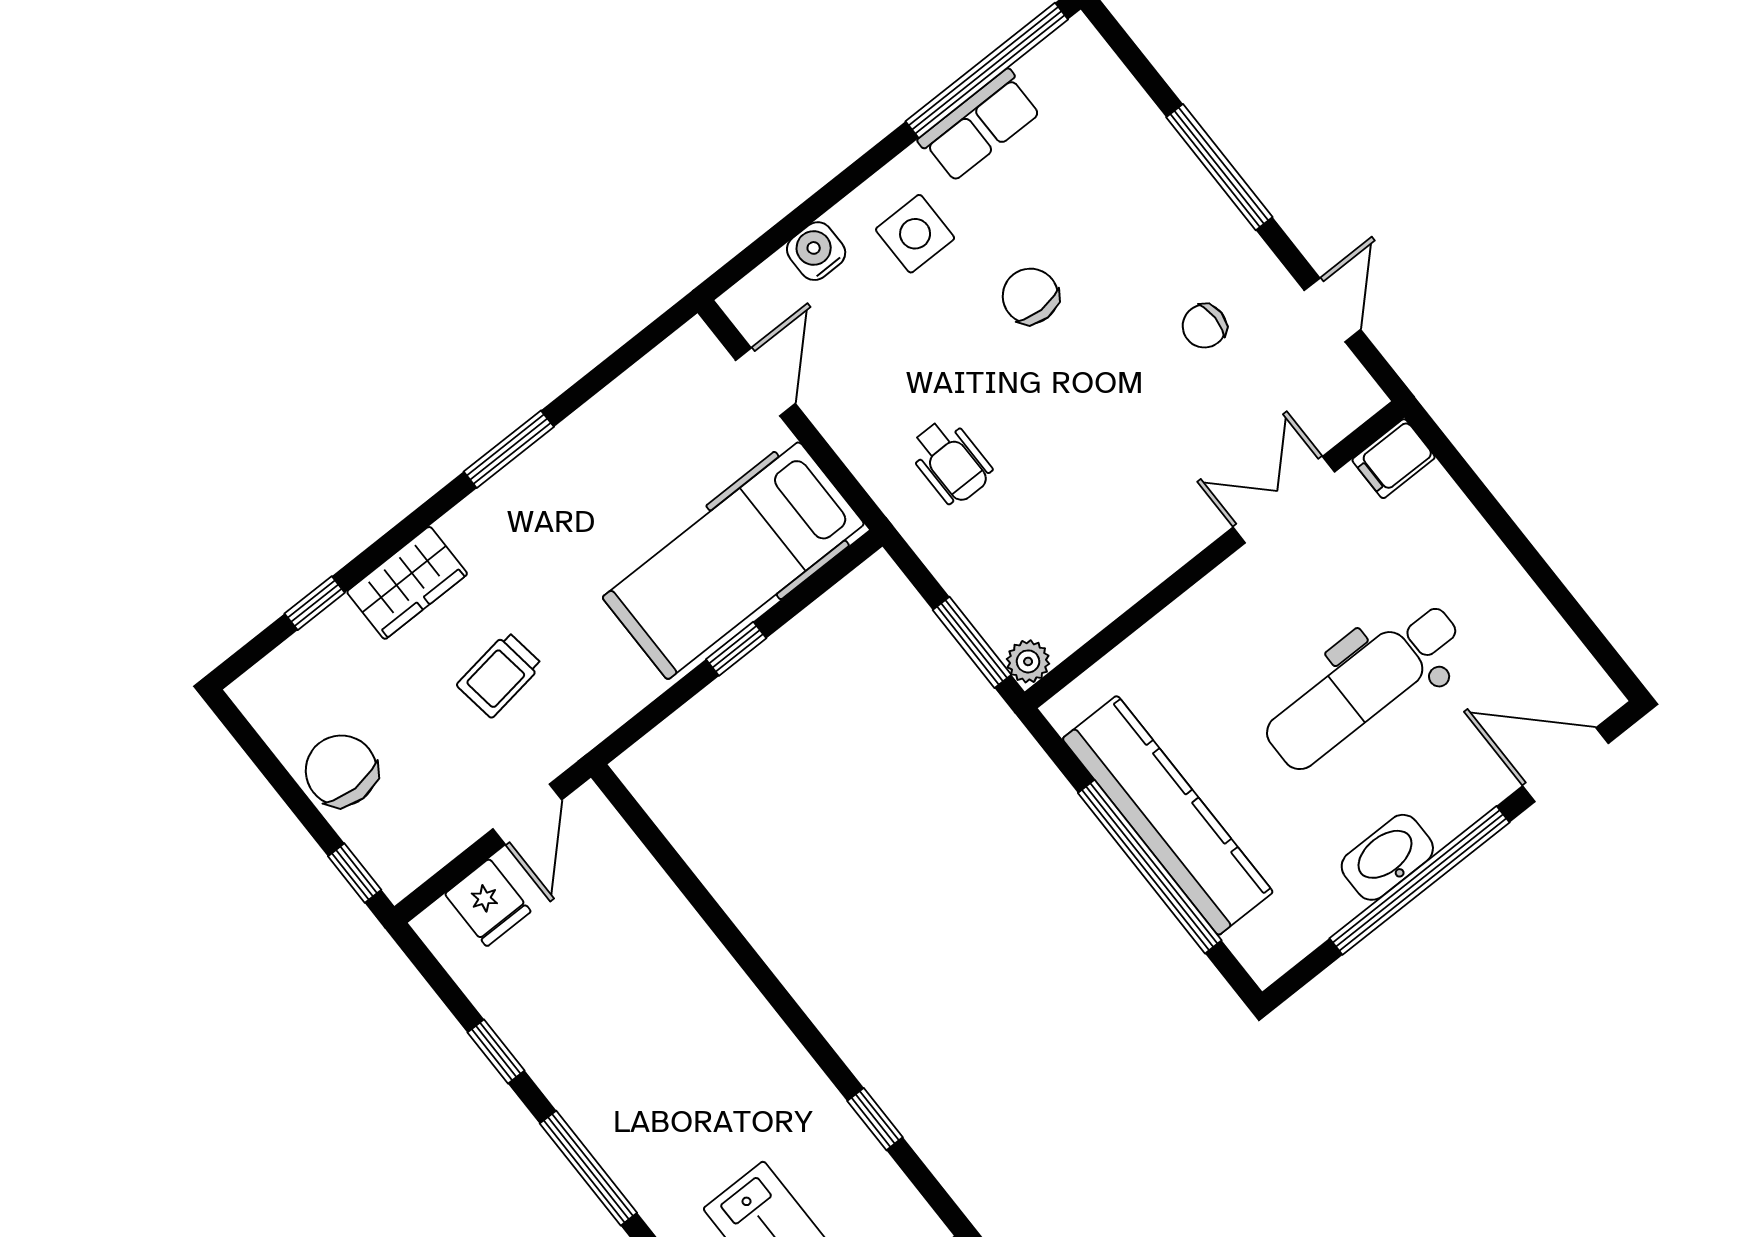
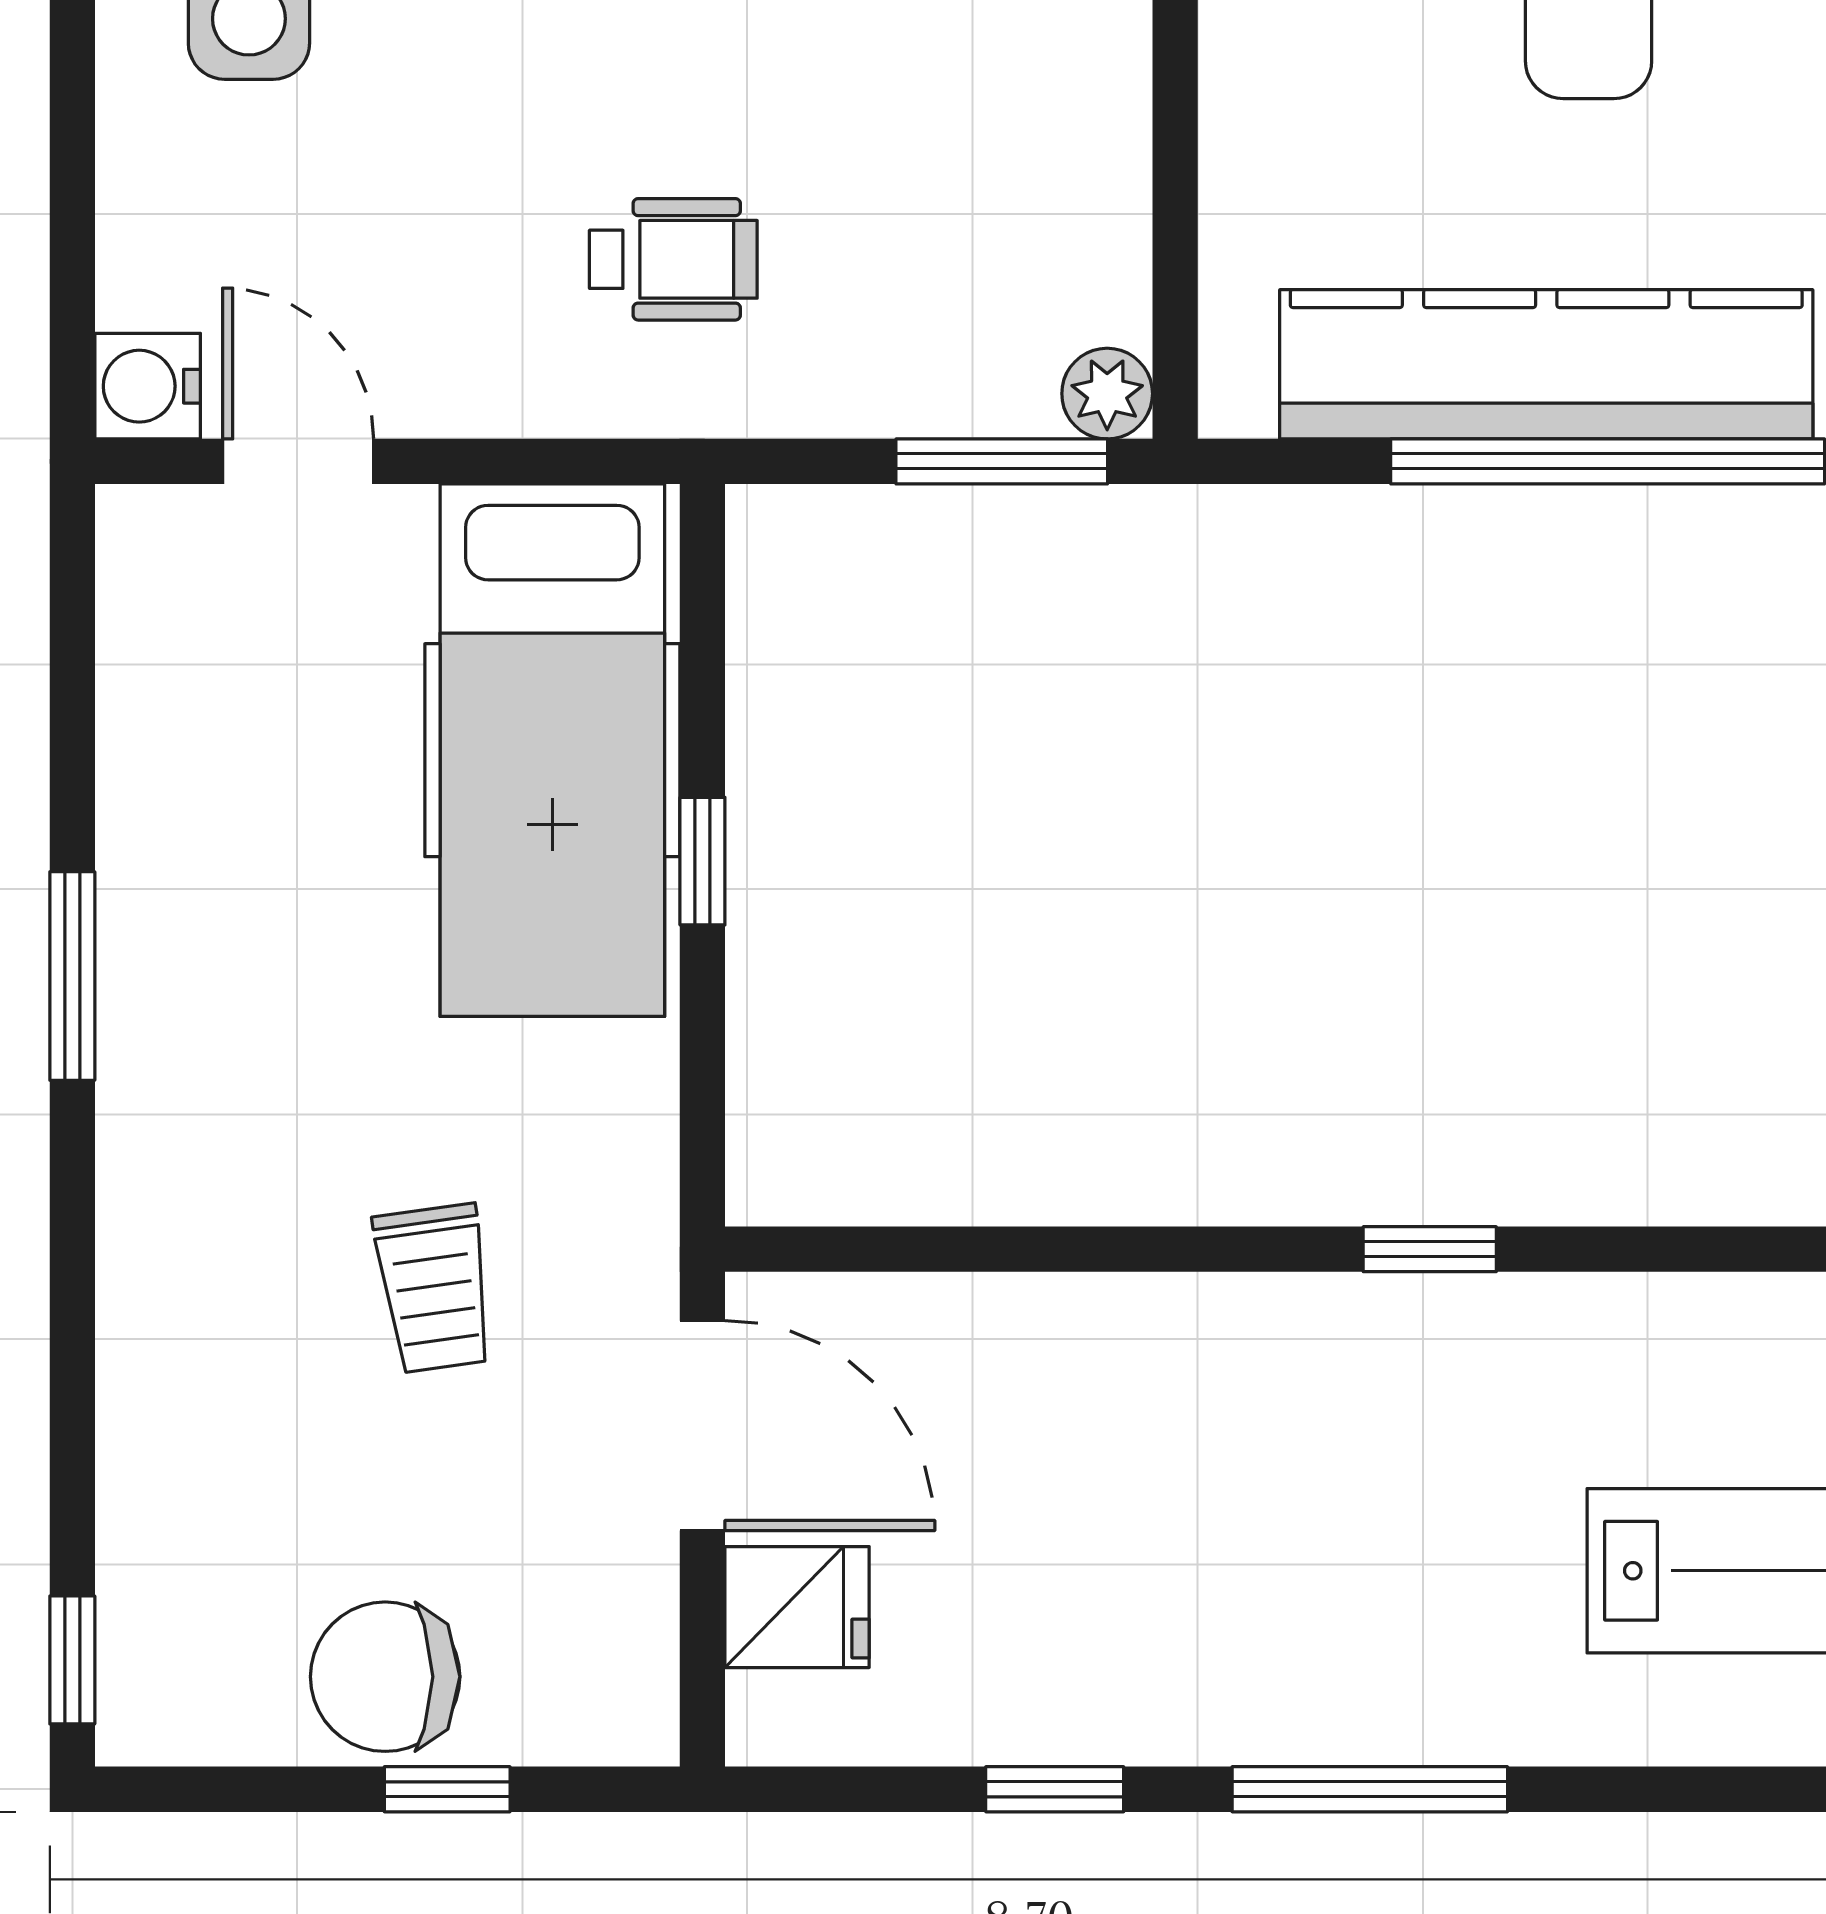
water cooler: (816, 251) -> (148, 386), moved
wardrobe: (407, 583) -> (160, 1321), removed
window: (315, 603) -> (72, 1660), moved
door: (527, 814) -> (702, 1426), width x1.38
window: (355, 873) -> (447, 1789), moved
window: (875, 1119) -> (1430, 1249), moved

